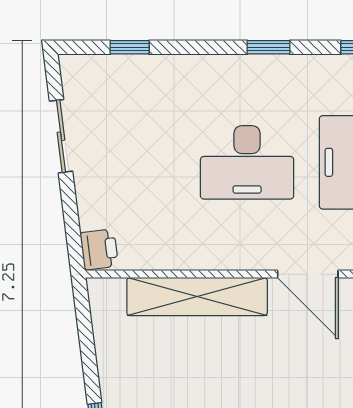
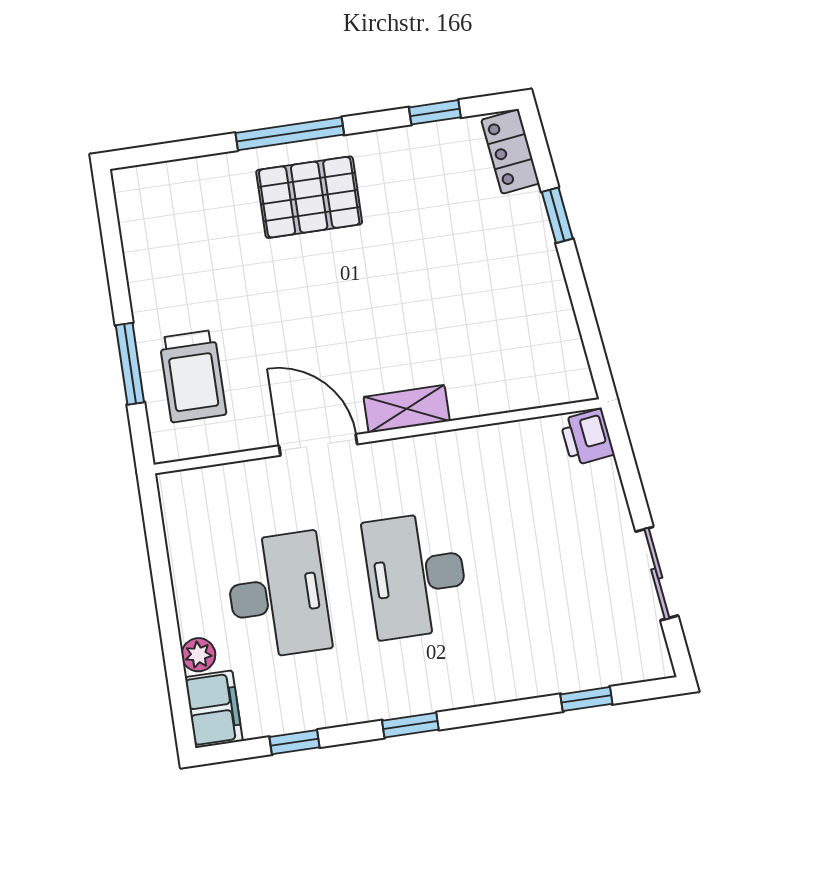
desk: (247, 162) -> (416, 575), turned -90
shelving: (197, 297) -> (407, 409), width x0.45, depth x0.75

